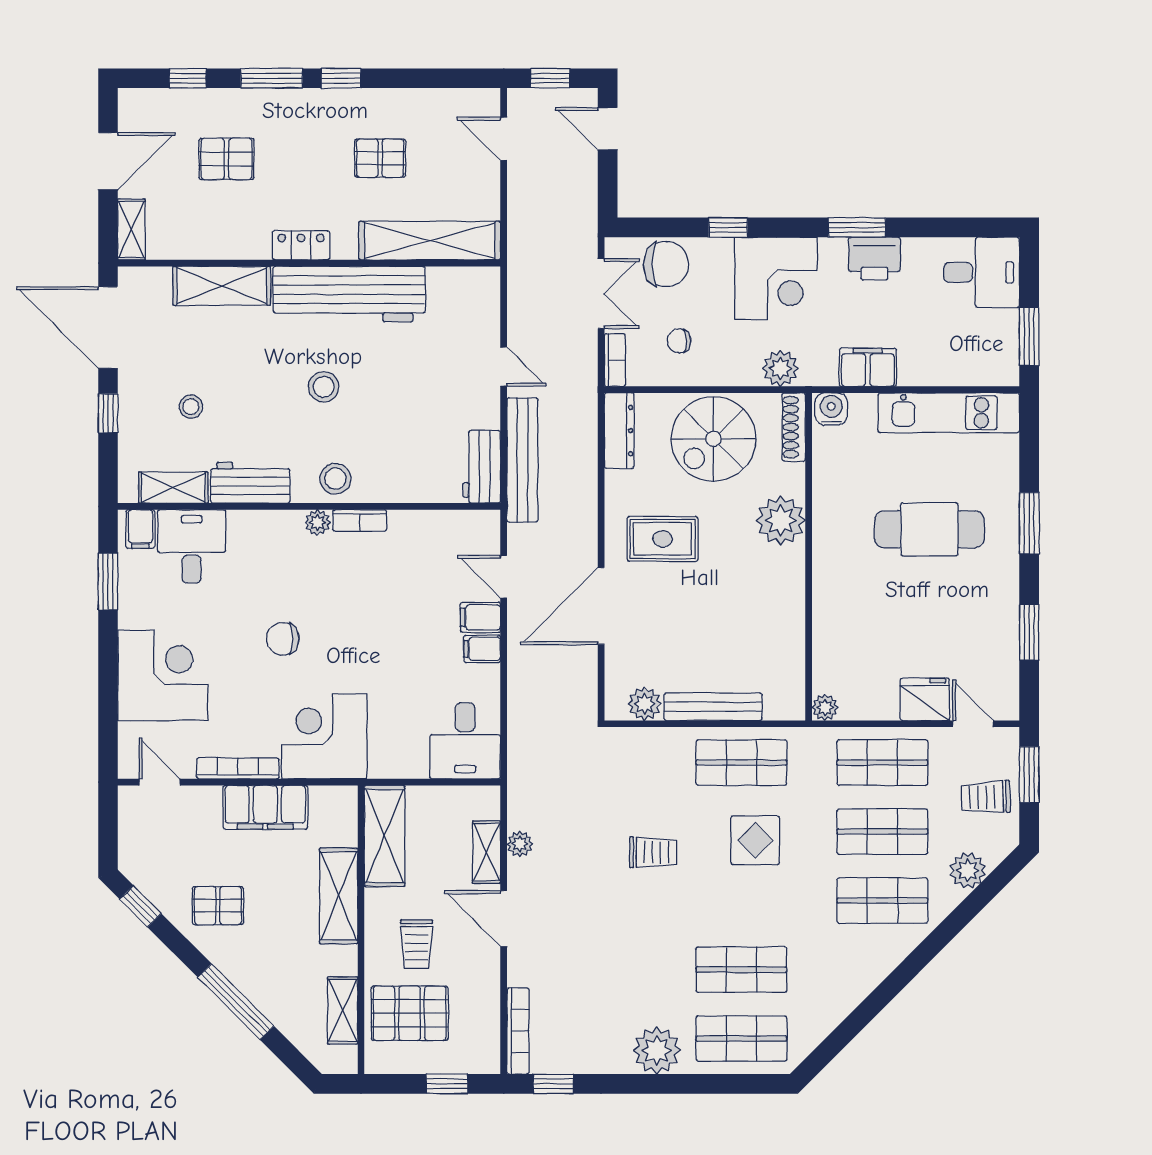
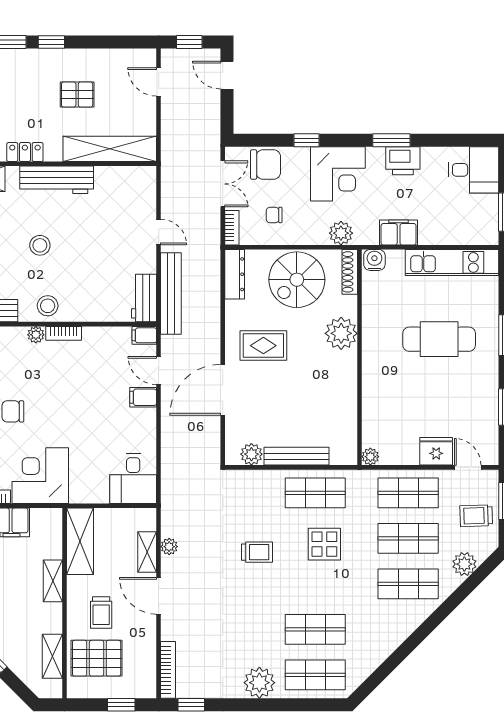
workbench: (349, 294) -> (57, 180), width x0.73, depth x0.76
filing cabinet: (482, 649) -> (144, 335), moved
shelving: (339, 896) -> (53, 581), width x0.67, depth x0.75

